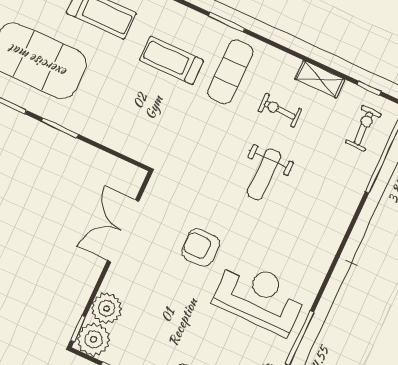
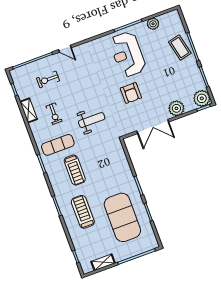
exercise bike: (363, 128) -> (48, 79), moved
weight bench: (264, 174) -> (92, 120), moved
door: (356, 217) -> (65, 49), added
plant: (107, 308) -> (176, 108), moved

